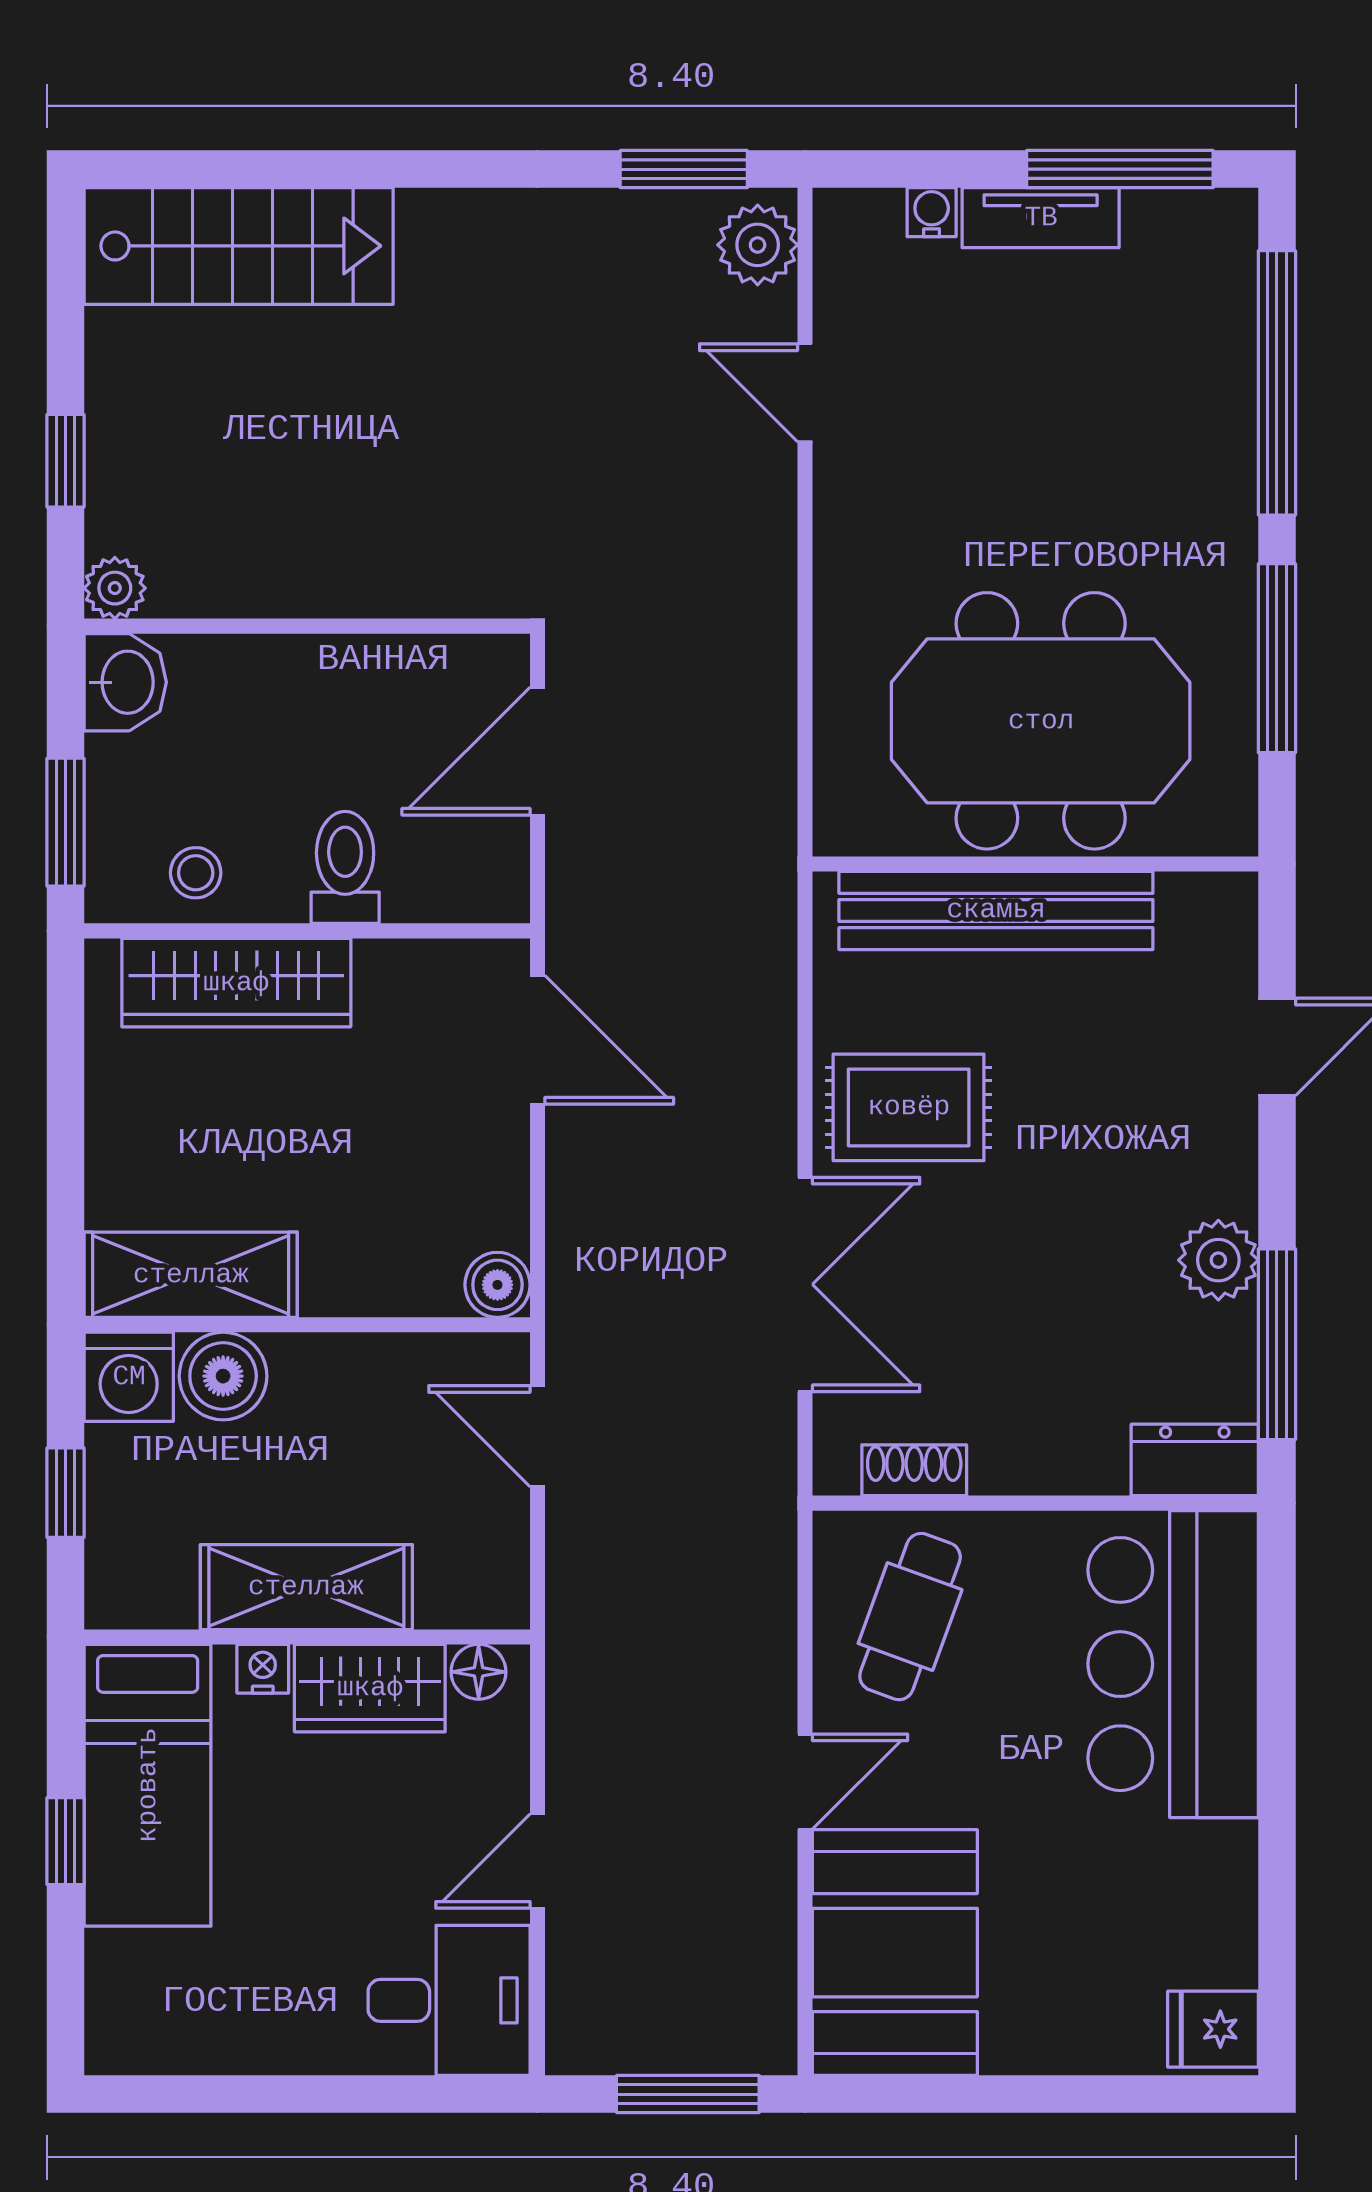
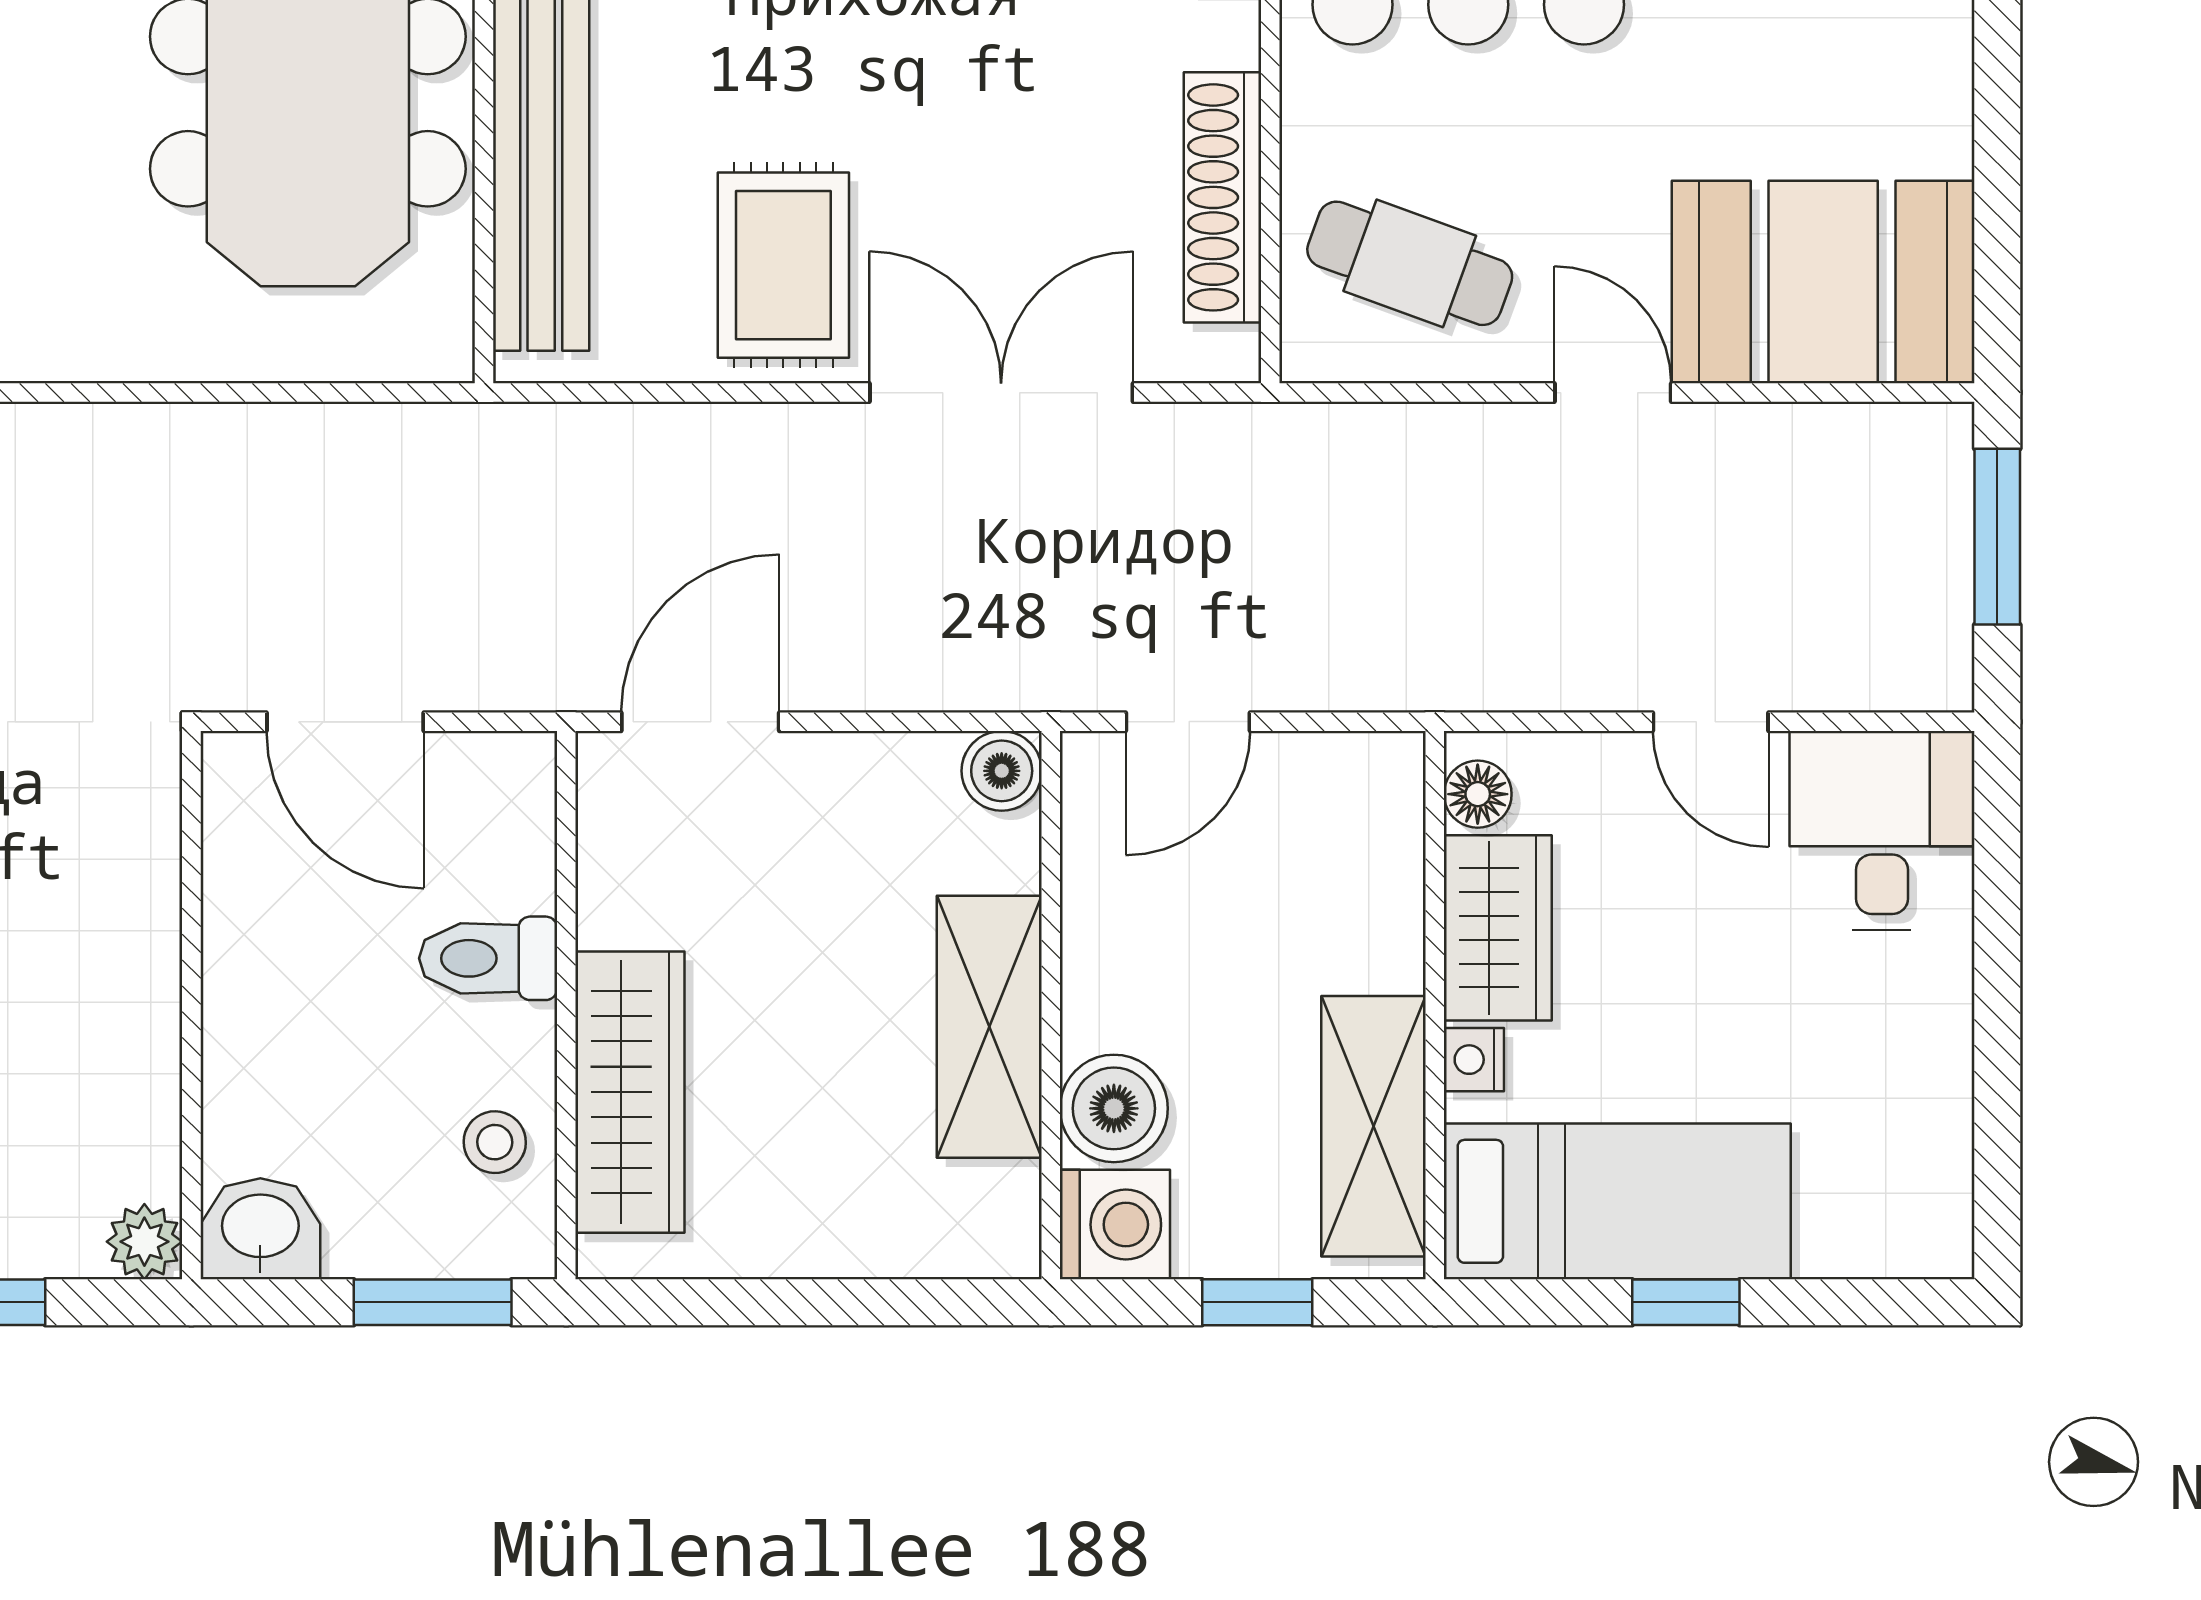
shelving: (191, 1275) -> (989, 1027), moved
shoe rack: (914, 1470) -> (1222, 197), width x1.94, depth x1.24
shelving: (306, 1587) -> (1374, 1126), moved

